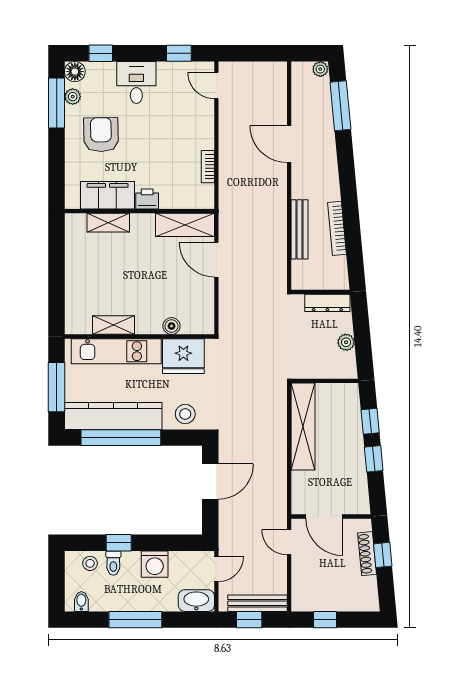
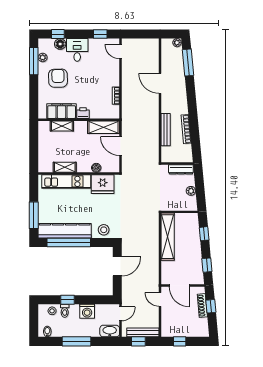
floor lamp: (75, 72) -> (60, 44), moved
shelving: (113, 325) -> (65, 167), moved
boiler: (171, 326) -> (96, 168), moved
wall: (139, 336) -> (79, 173), moved
kitchen unit: (116, 351) -> (66, 181), moved
fridge: (183, 356) -> (103, 184), moved
window: (374, 459) -> (207, 265), moved

